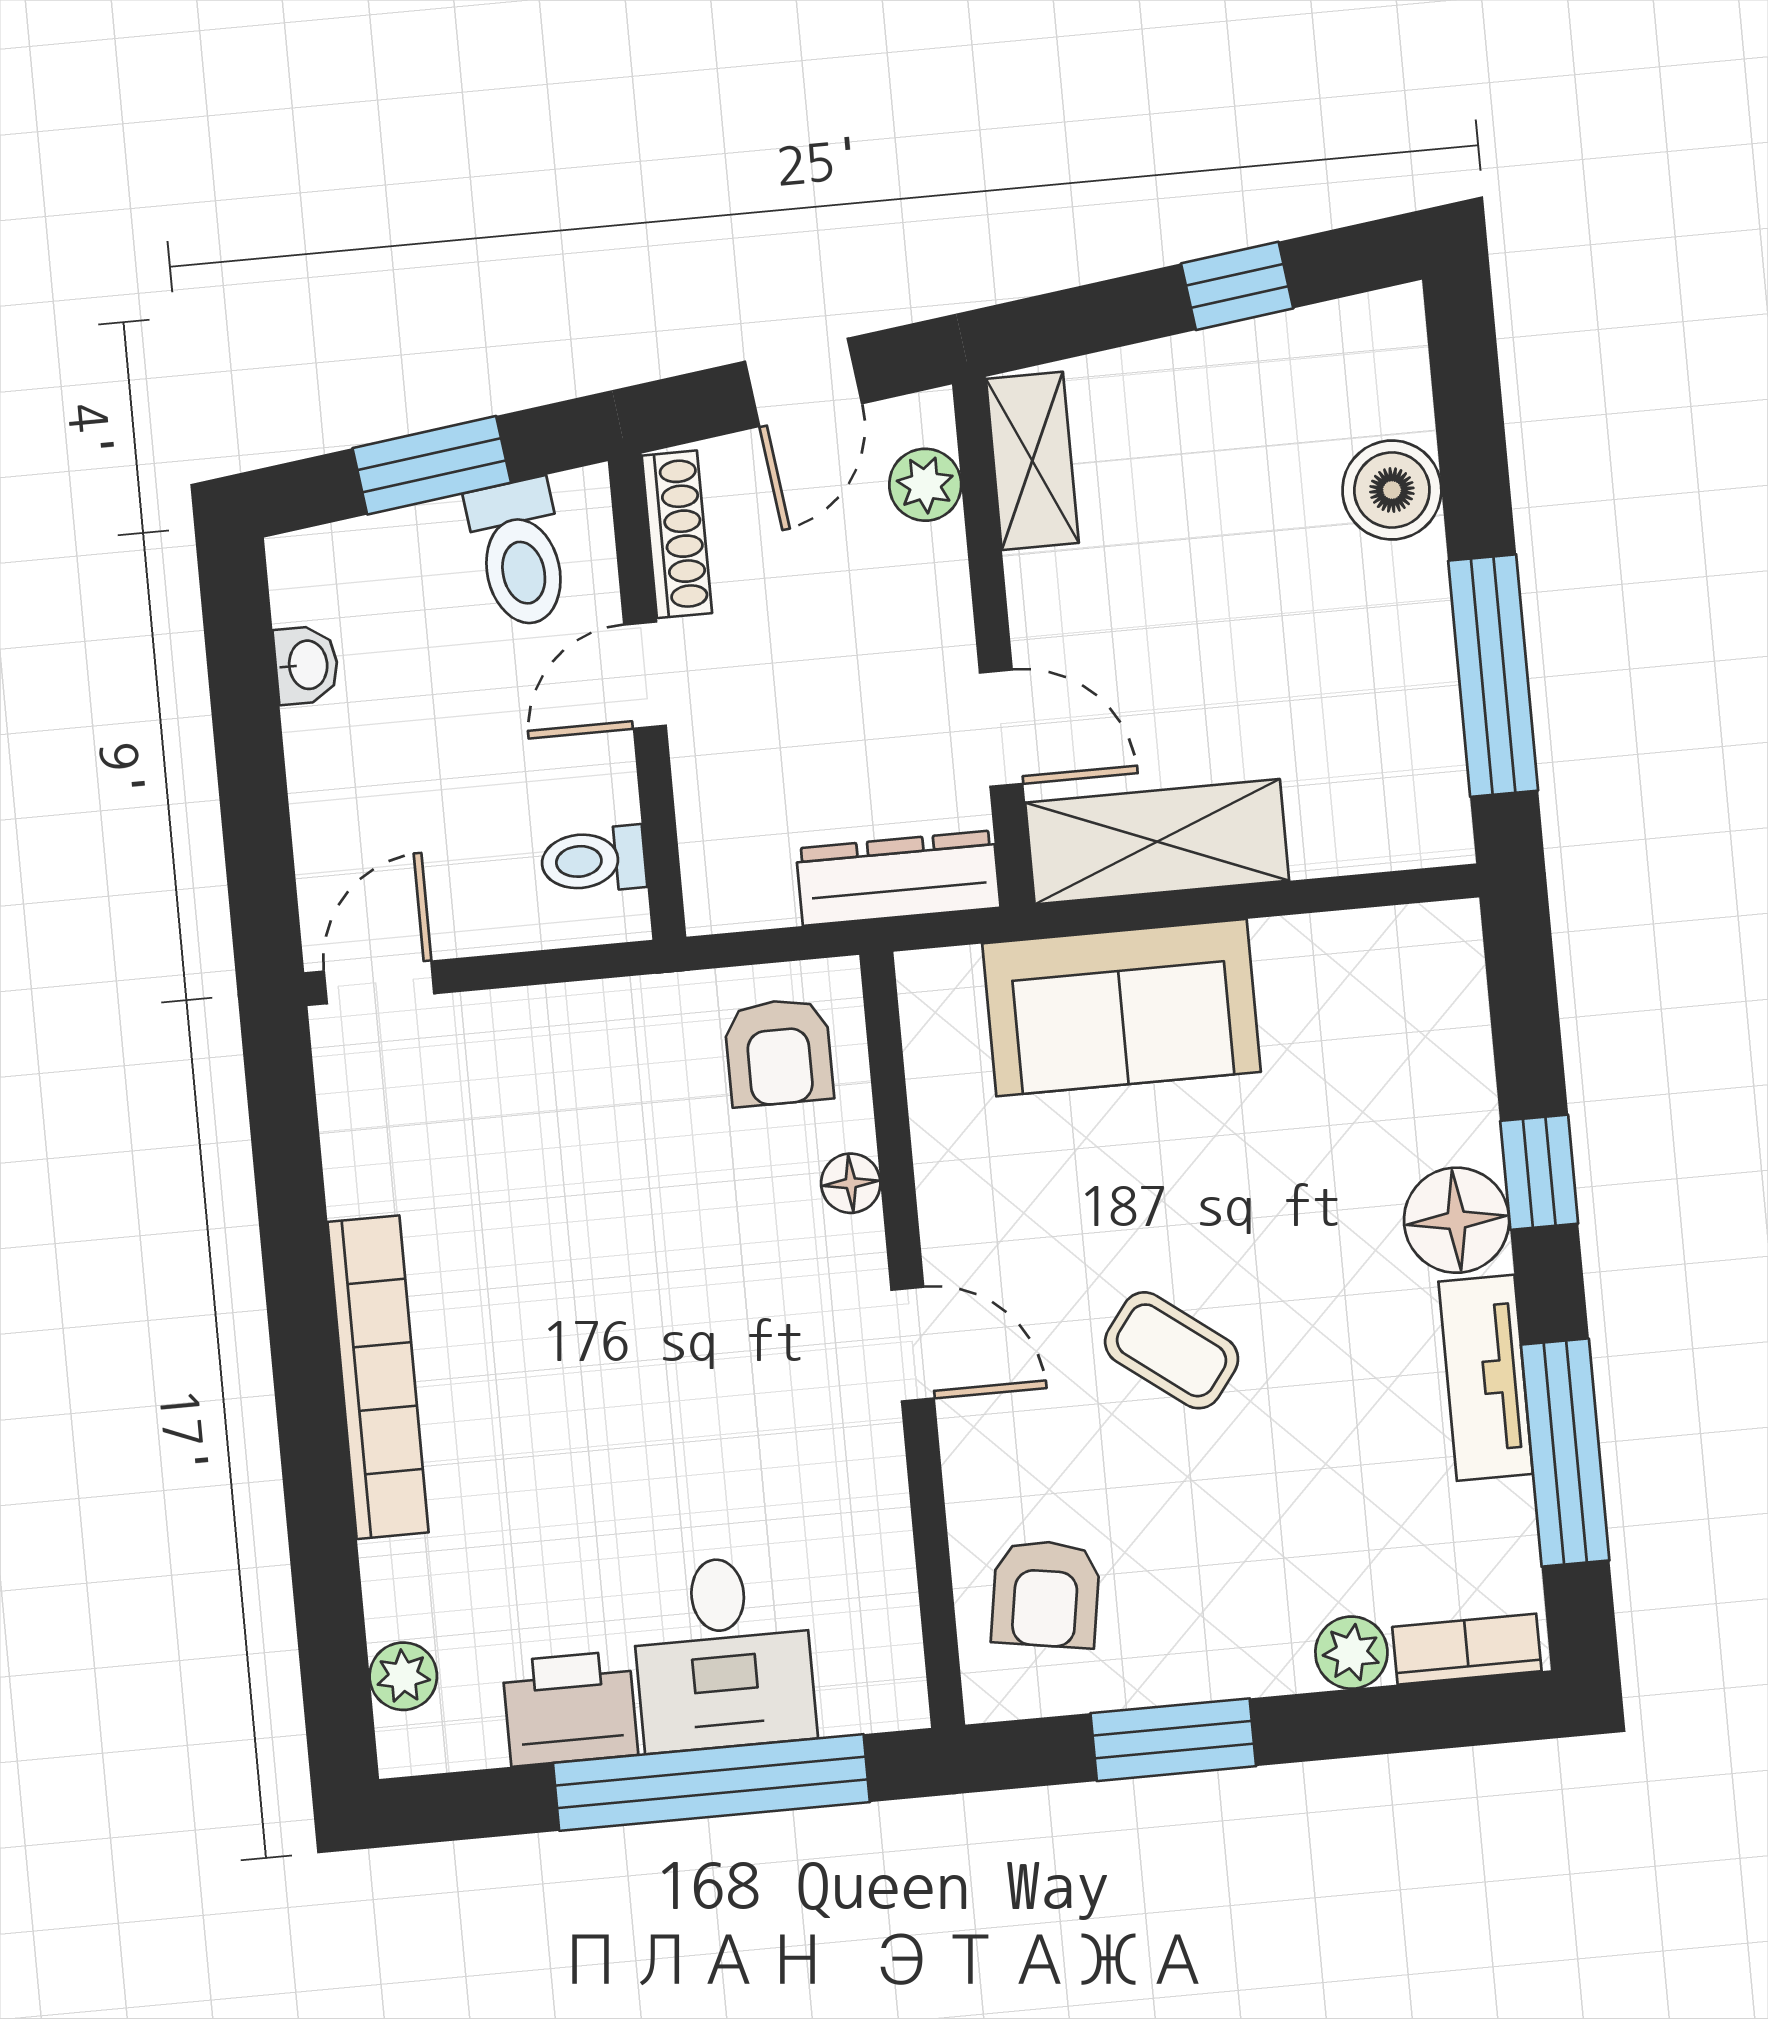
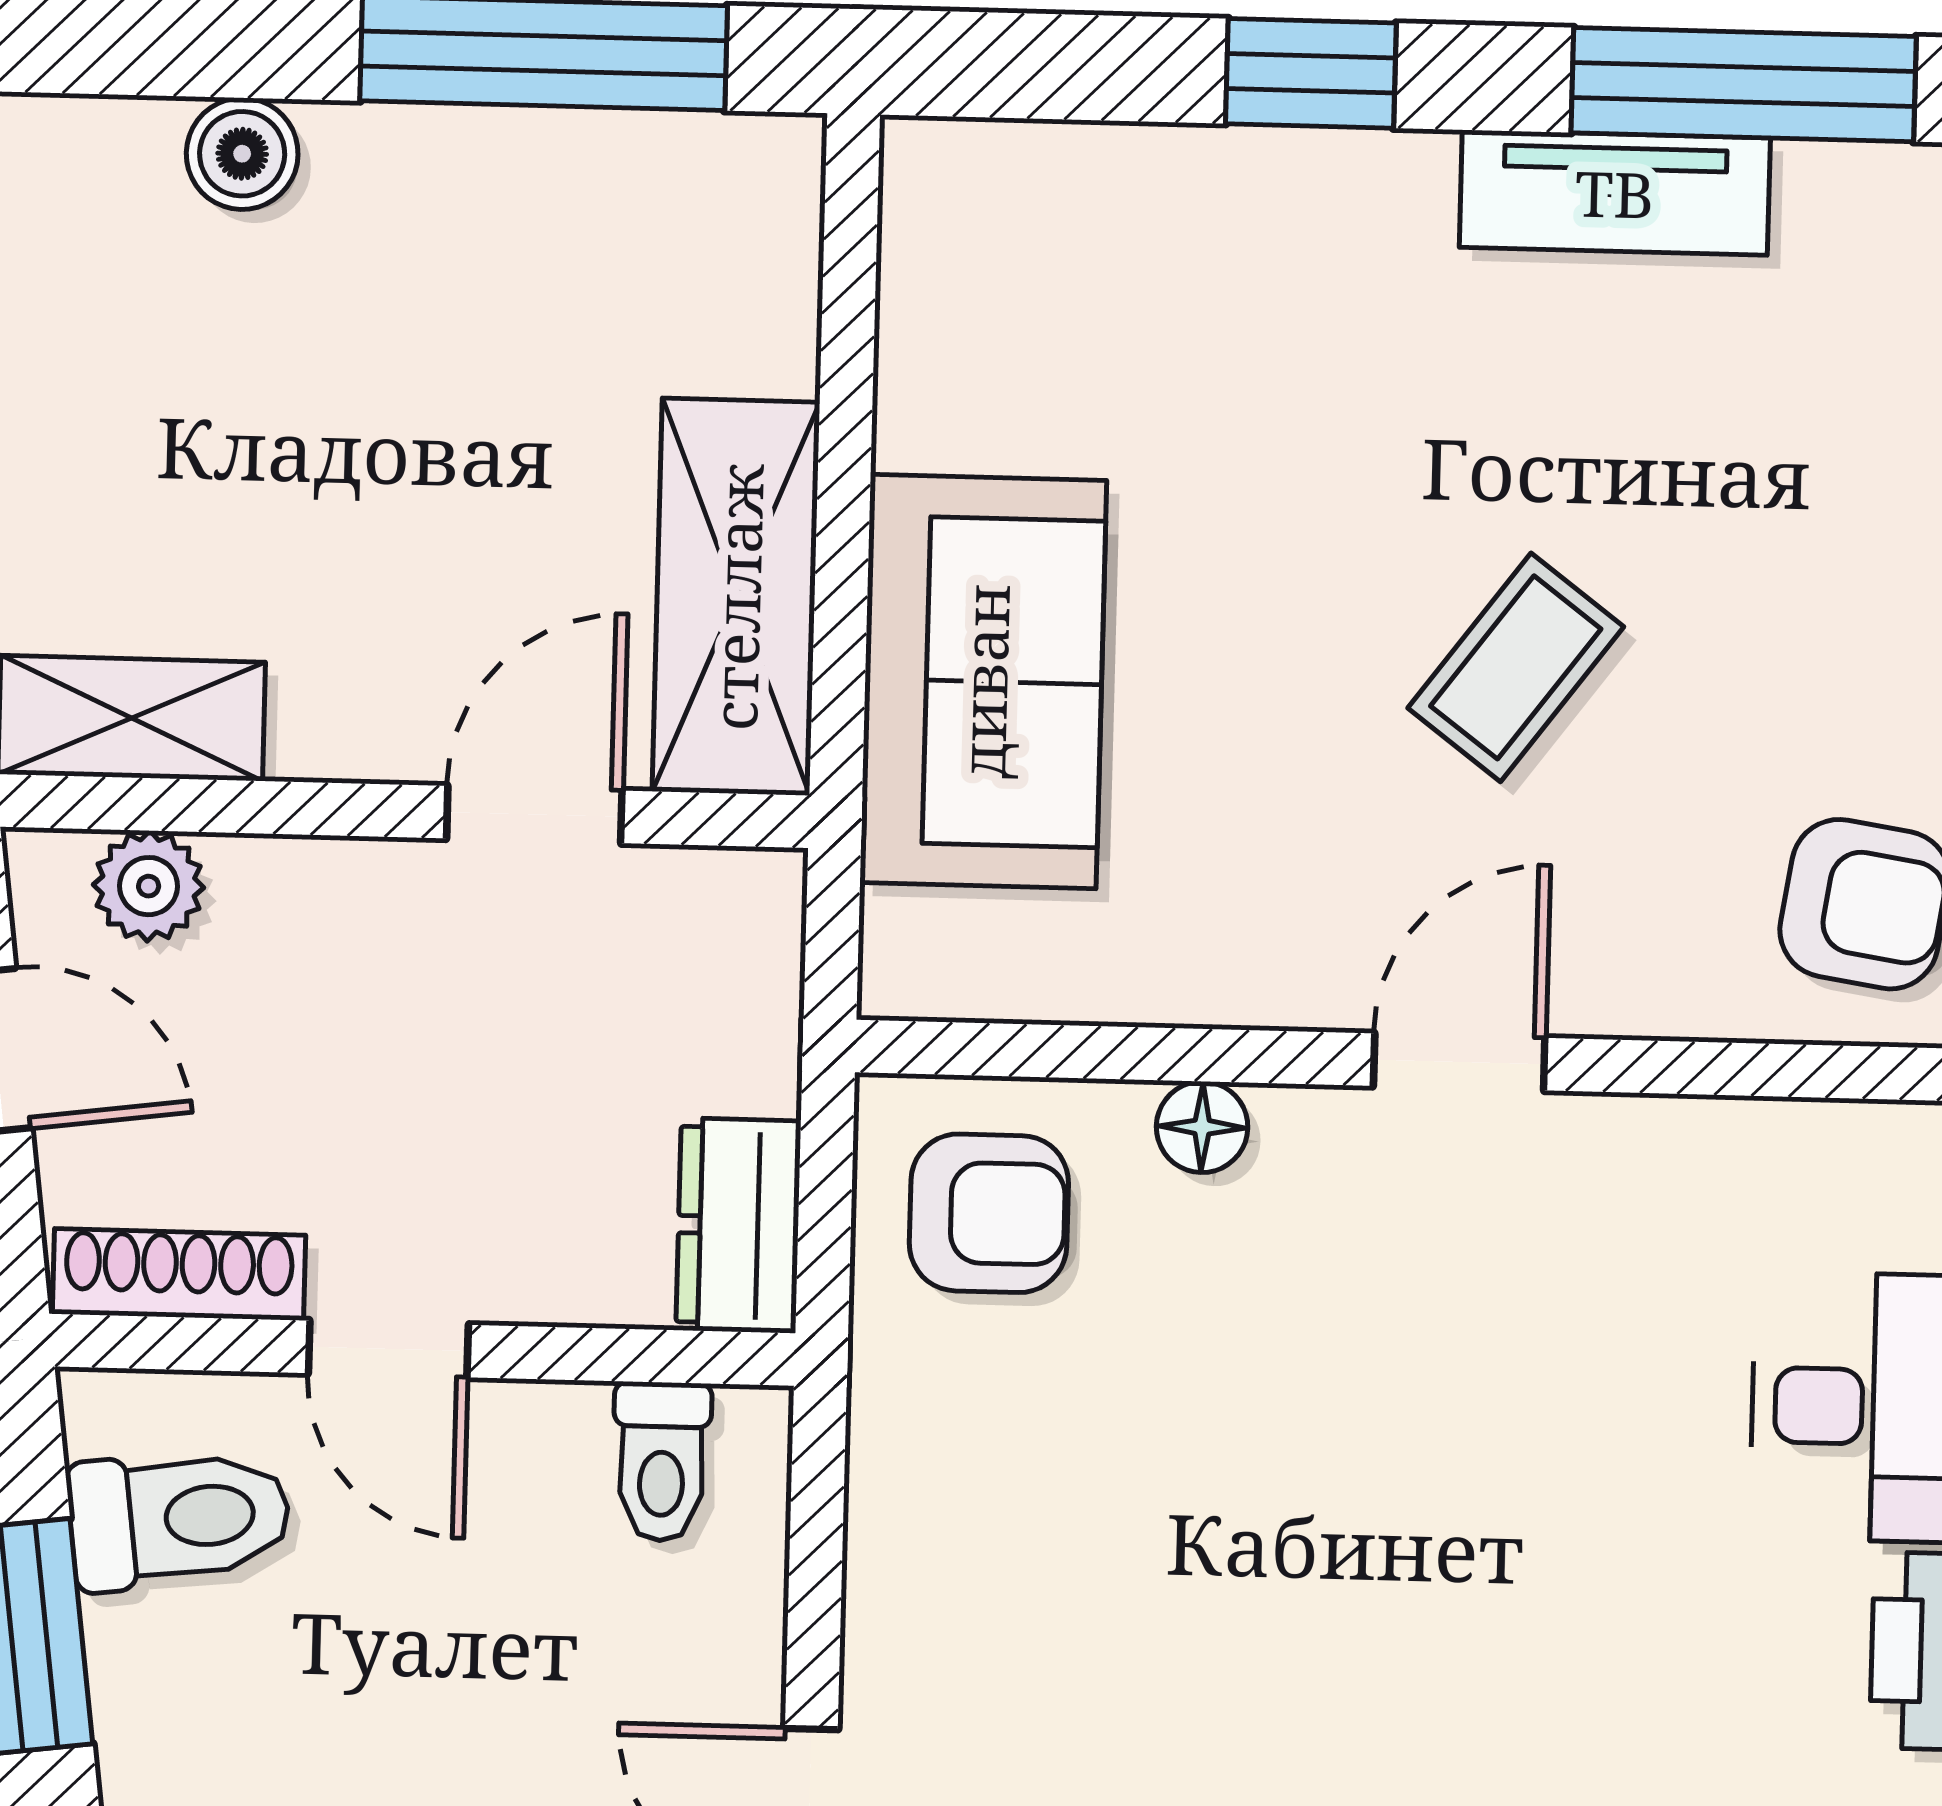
boiler: (1392, 490) -> (242, 154), width x0.73, depth x0.73
dresser: (898, 878) -> (738, 1225), moved, width x0.70
floor lamp: (1457, 1220) -> (1369, 208), removed

